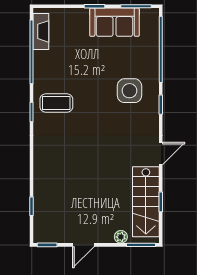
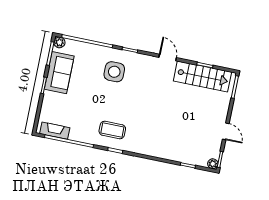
plant: (152, 15) -> (59, 42), added
coffee table: (56, 103) -> (112, 130), turned 90
plant: (121, 237) -> (213, 164), moved

